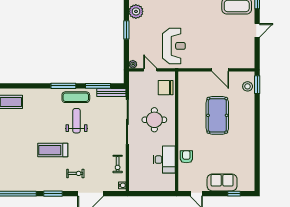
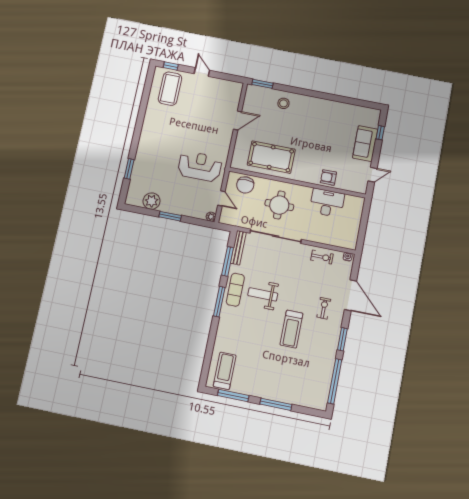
door: (150, 70) -> (221, 198), swing flipped
stool: (248, 86) -> (283, 103), moved
pool table: (217, 115) -> (271, 157), moved

